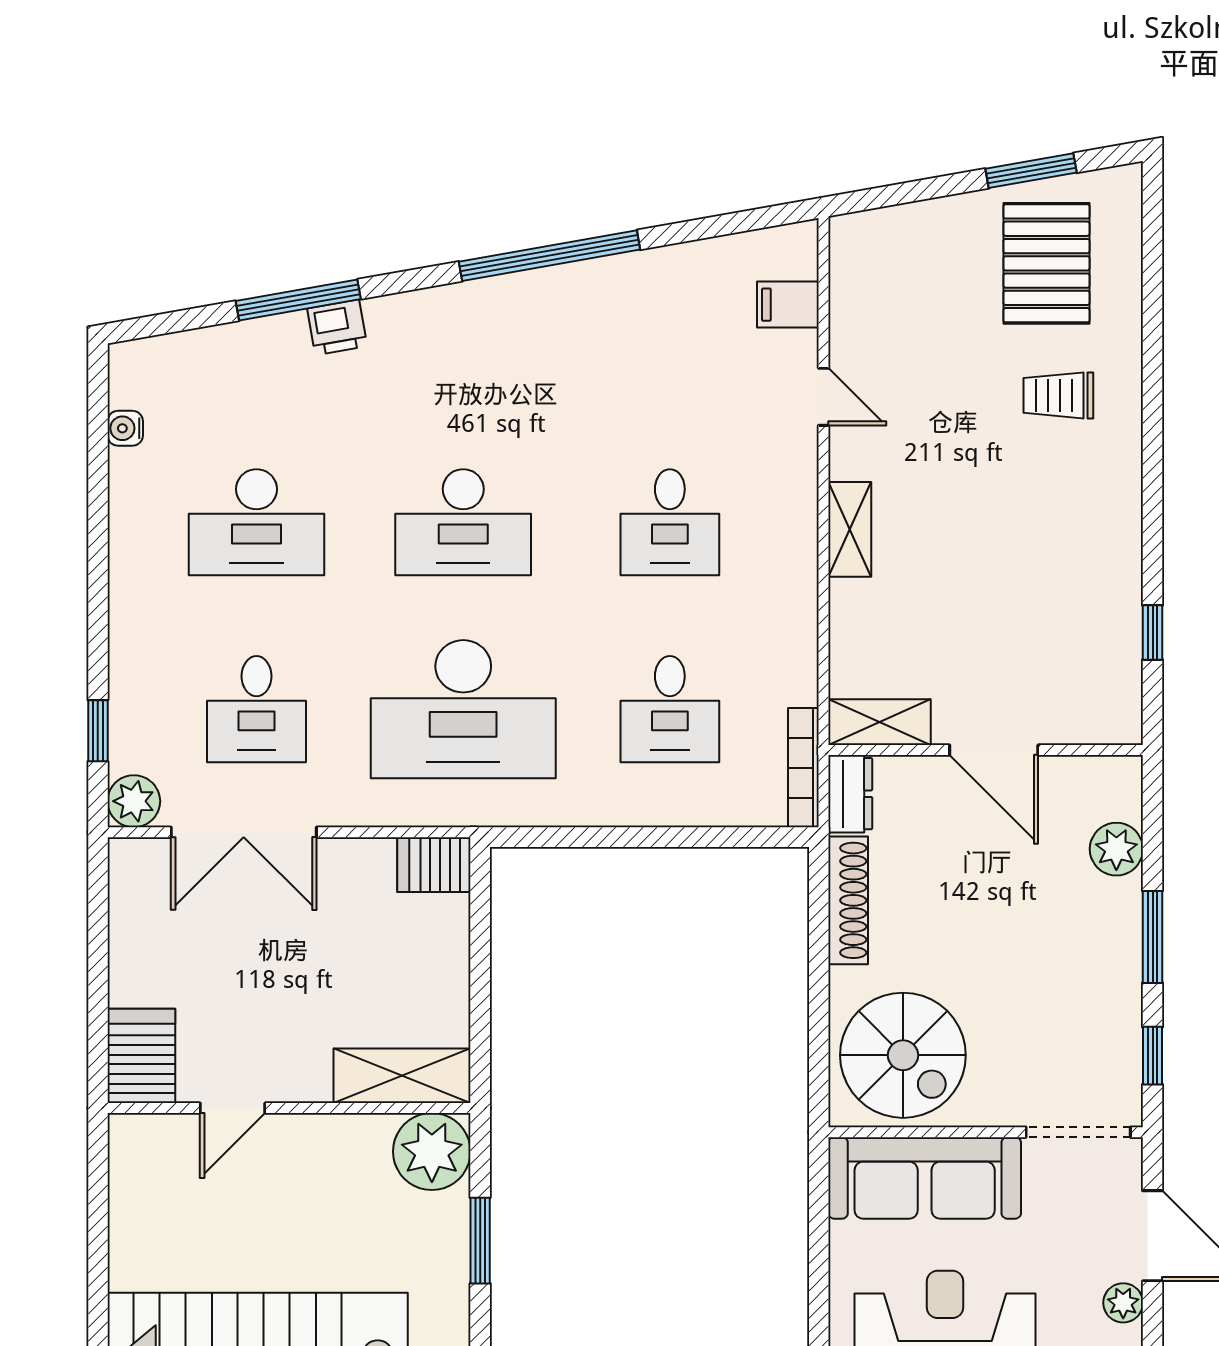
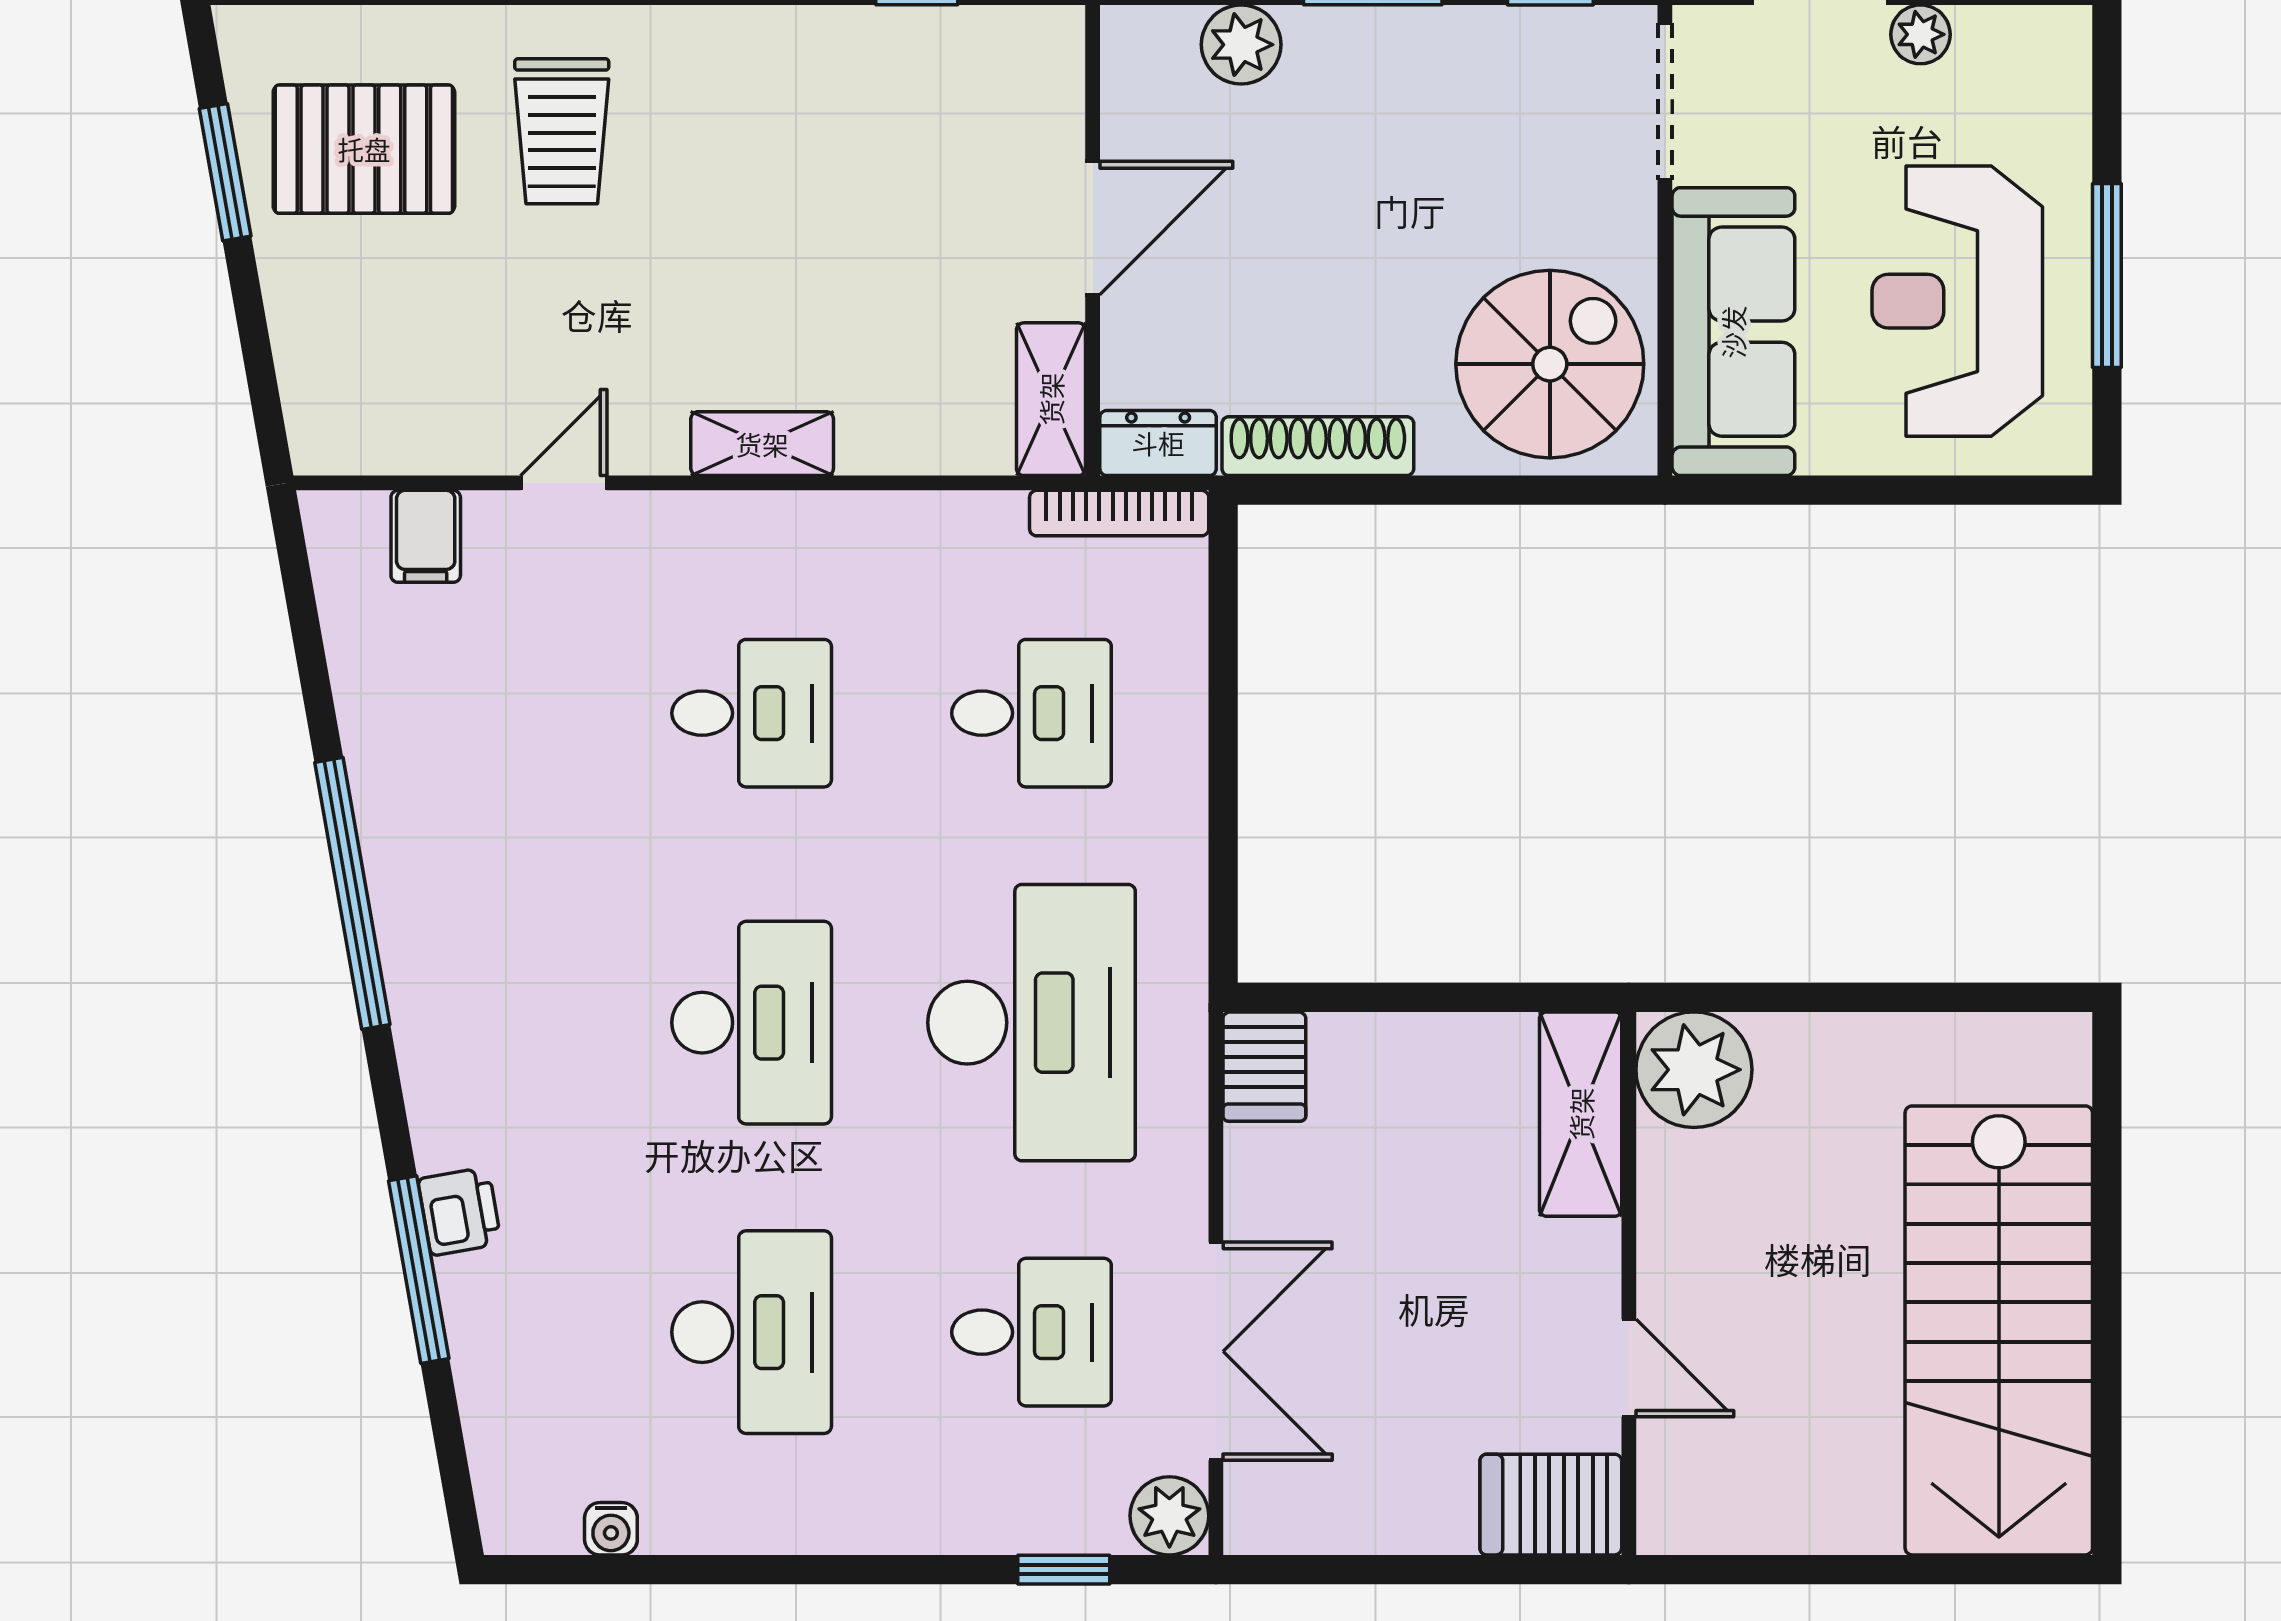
trolley: (1058, 395) -> (562, 131), width x1.36, depth x1.39
window: (480, 1241) -> (1827, 997), removed

